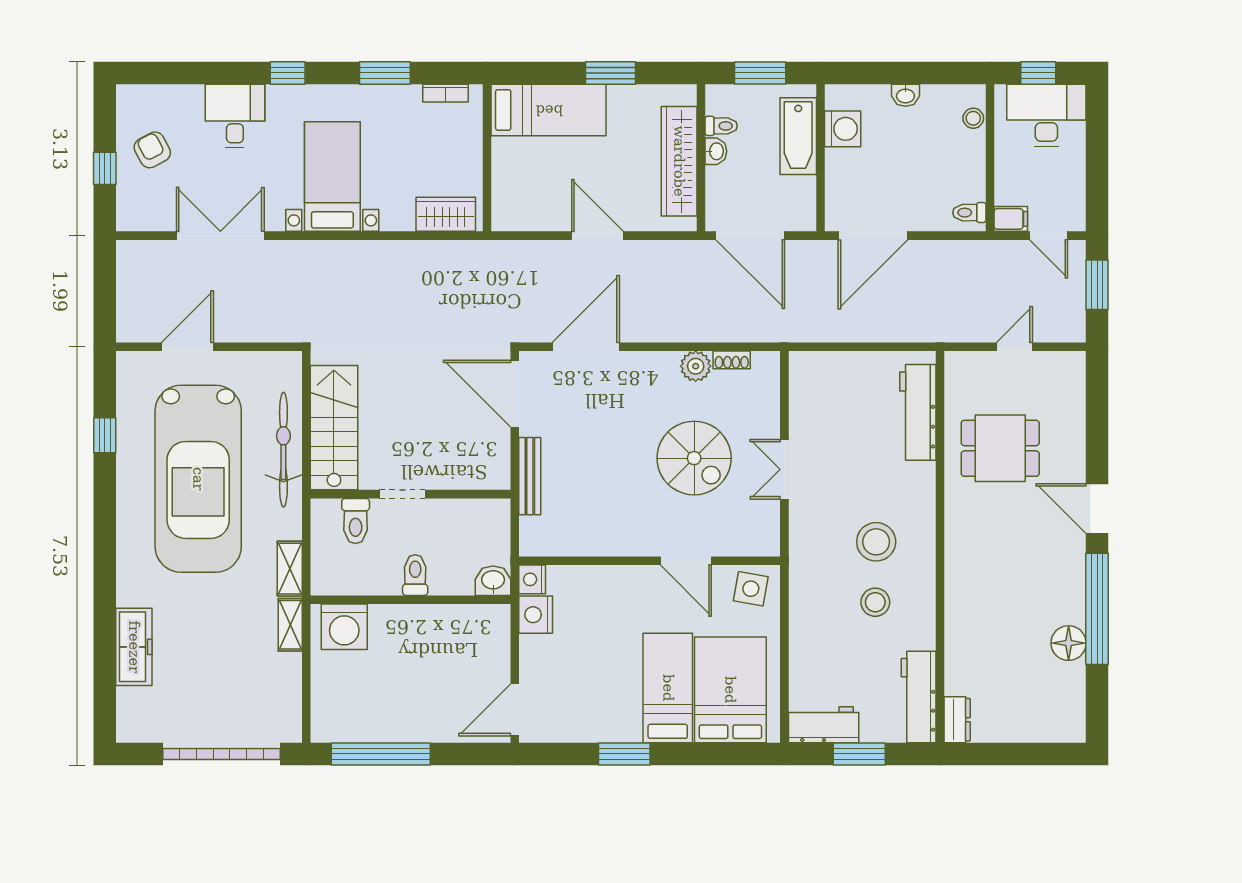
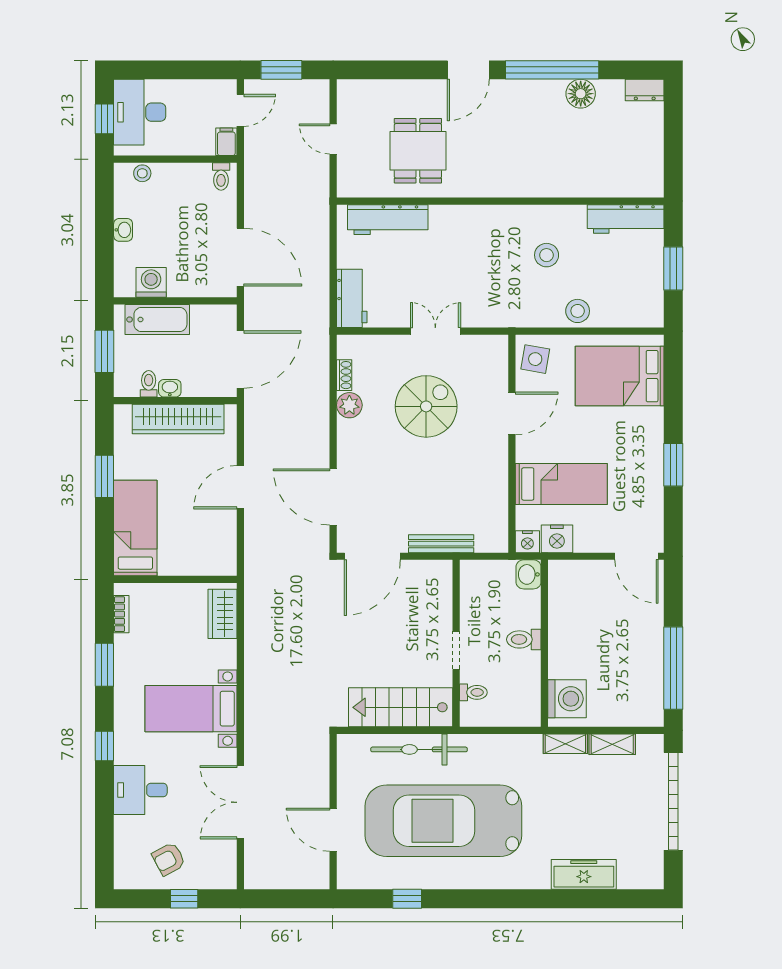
double door: (784, 469) -> (435, 331), swing flipped
car: (198, 479) -> (443, 821), turned 180
toilet: (356, 521) -> (473, 692), width x0.73, depth x0.72
stool: (876, 542) -> (578, 311), moved, width x0.73, depth x0.73
shelving: (290, 569) -> (612, 744), moved
bed: (668, 688) -> (561, 484), moved, turned 180
dresser: (957, 720) -> (645, 90), moved, turned 180
workbench: (824, 725) -> (352, 298), moved, turned 180

